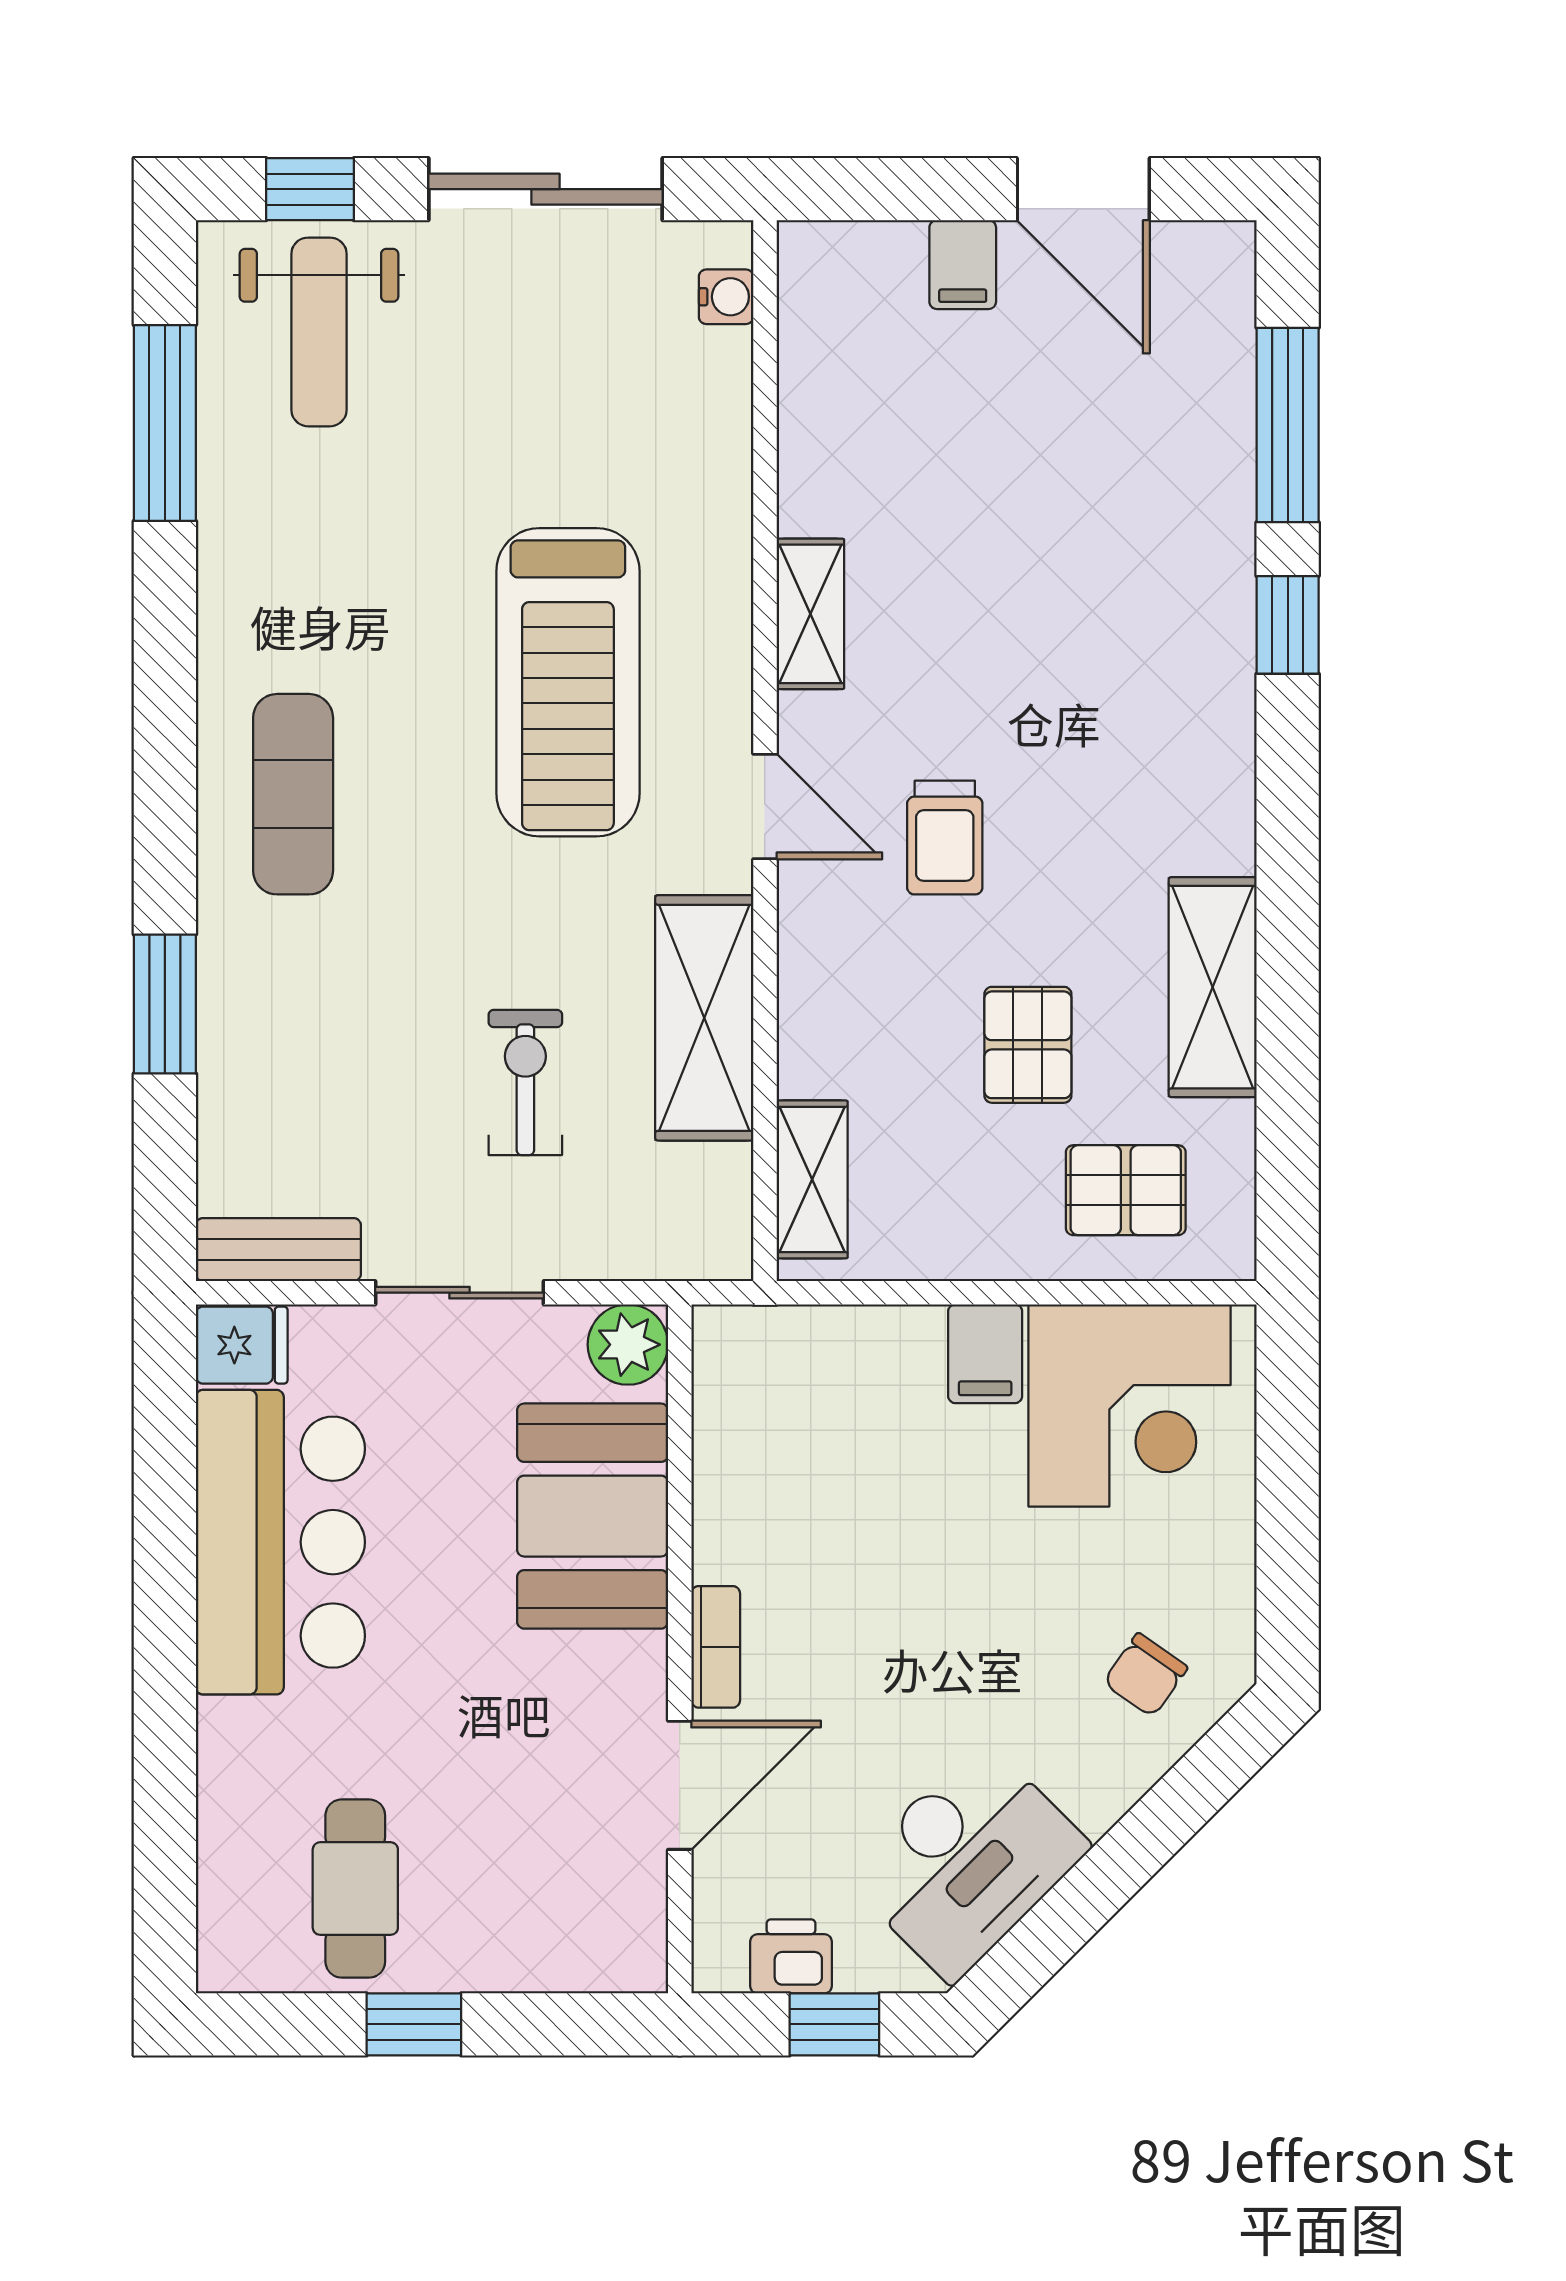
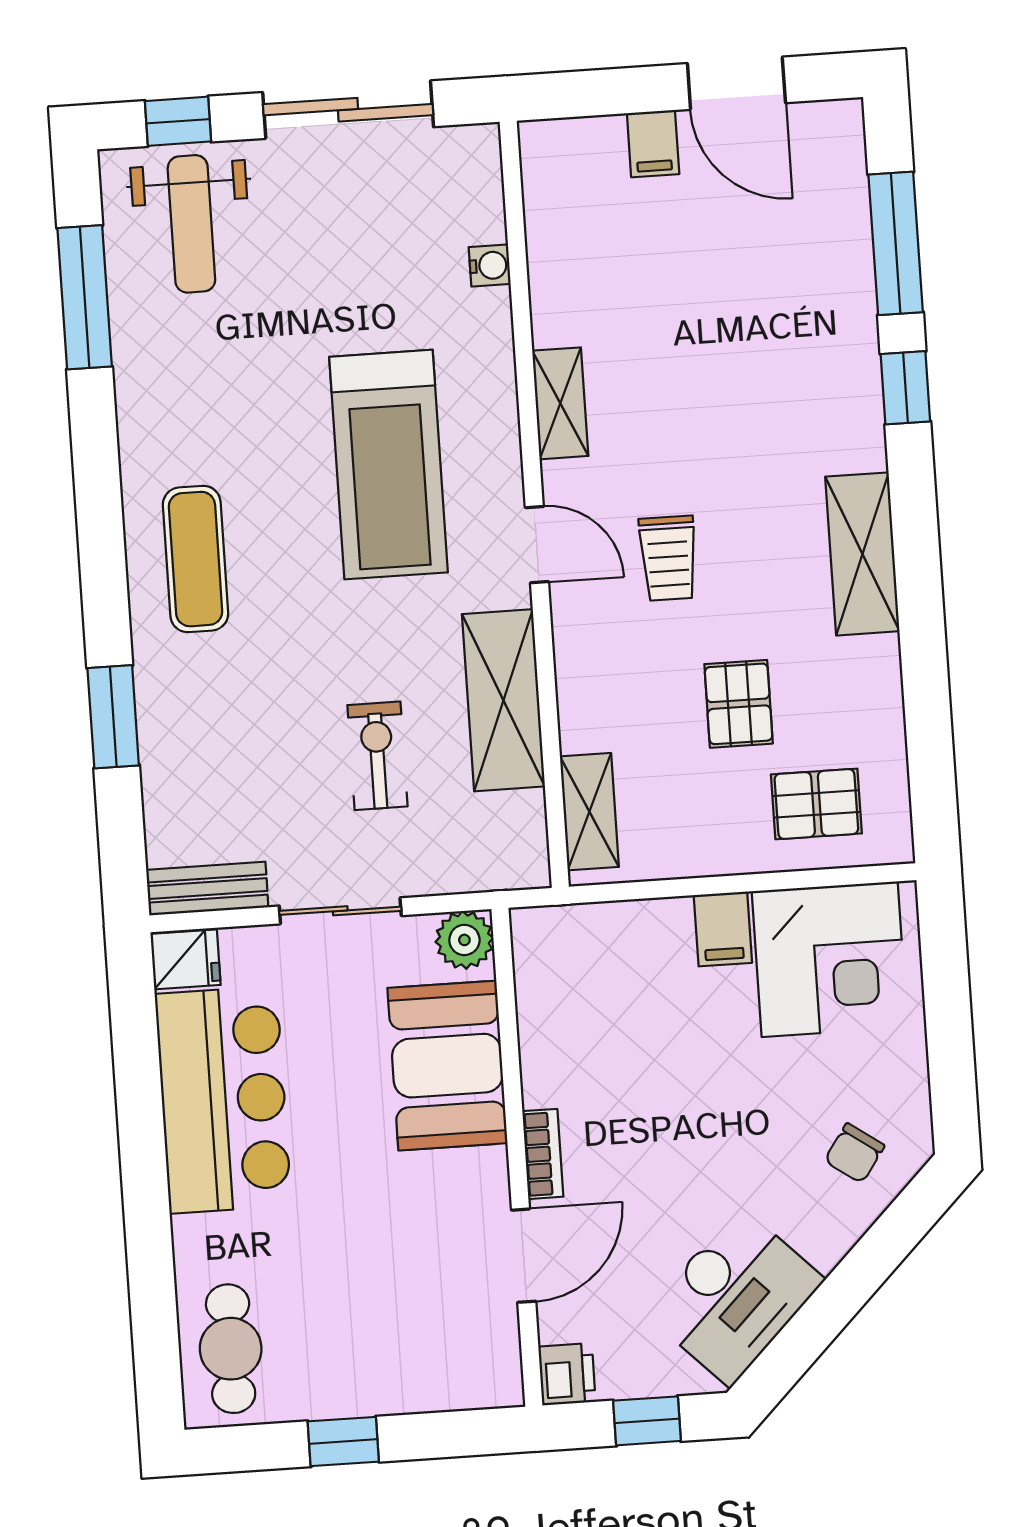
water cooler: (726, 297) -> (490, 265), moved
shelving: (1213, 987) -> (862, 554), moved
cafe table: (355, 1889) -> (231, 1349), moved
printer: (791, 1956) -> (567, 1374), moved, turned 90

